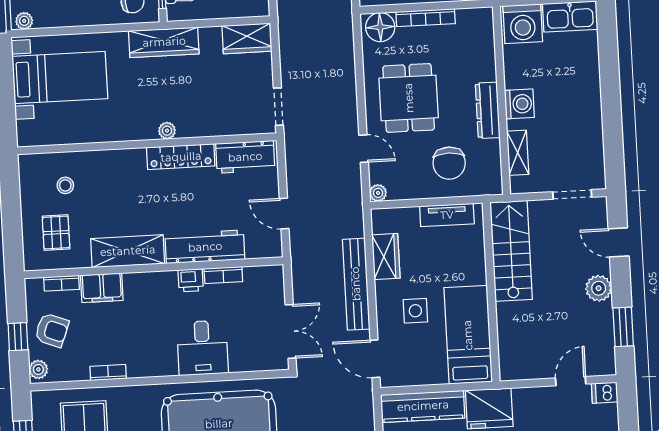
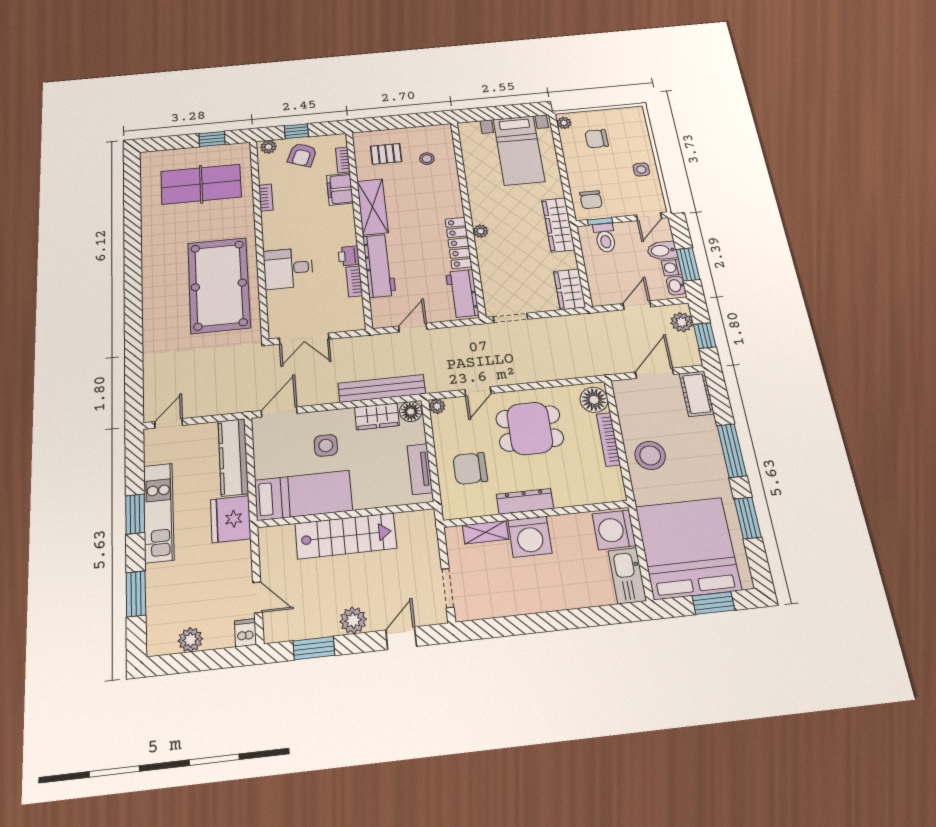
washing machine: (519, 104) -> (530, 537), width x1.37, depth x1.37
floor lamp: (382, 221) -> (411, 412), added
stairs: (511, 251) -> (346, 536), moved
bench: (356, 284) -> (382, 389), moved

